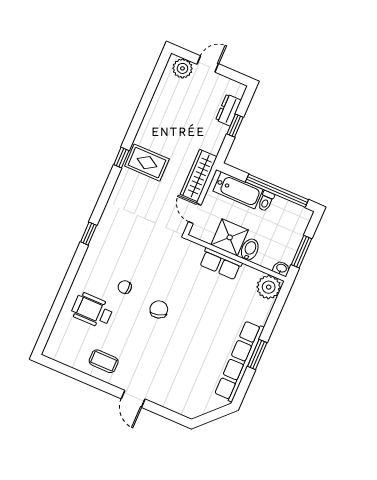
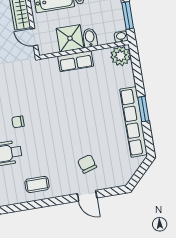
chair: (159, 309) -> (87, 164), moved
door: (133, 399) -> (87, 196), moved

